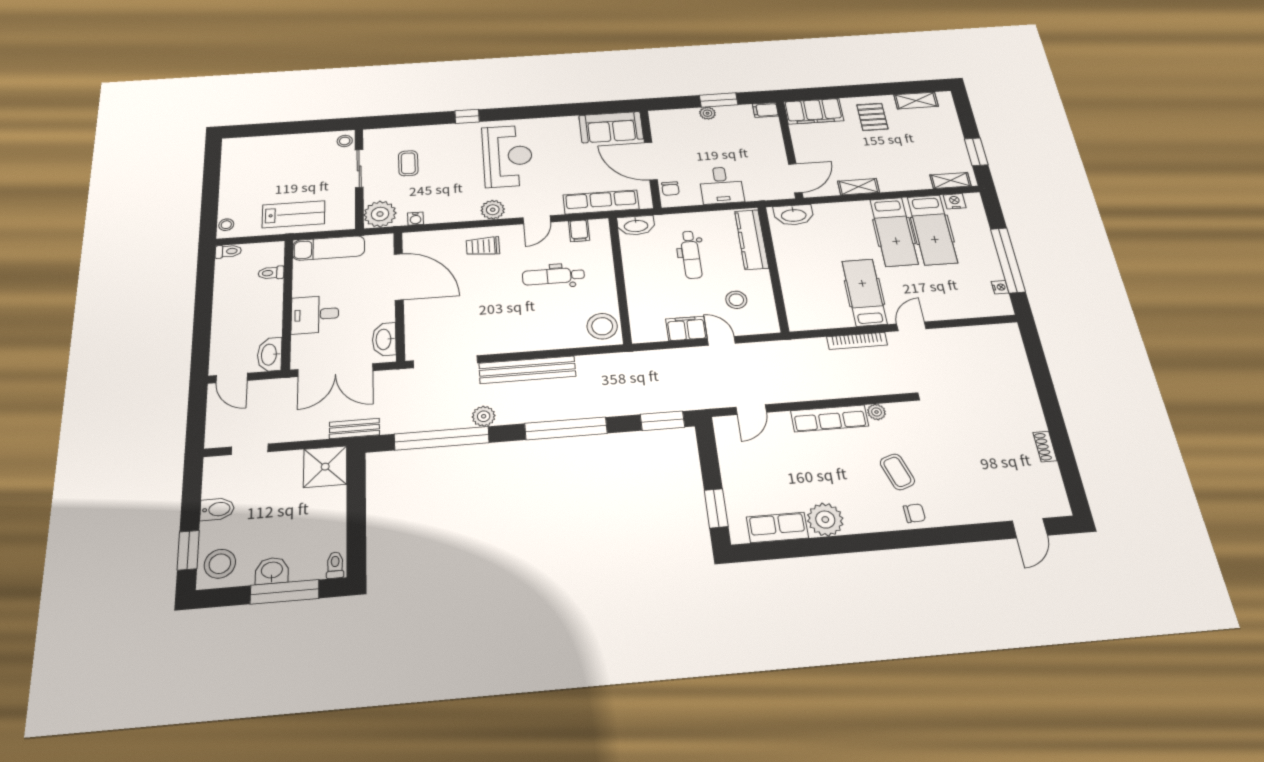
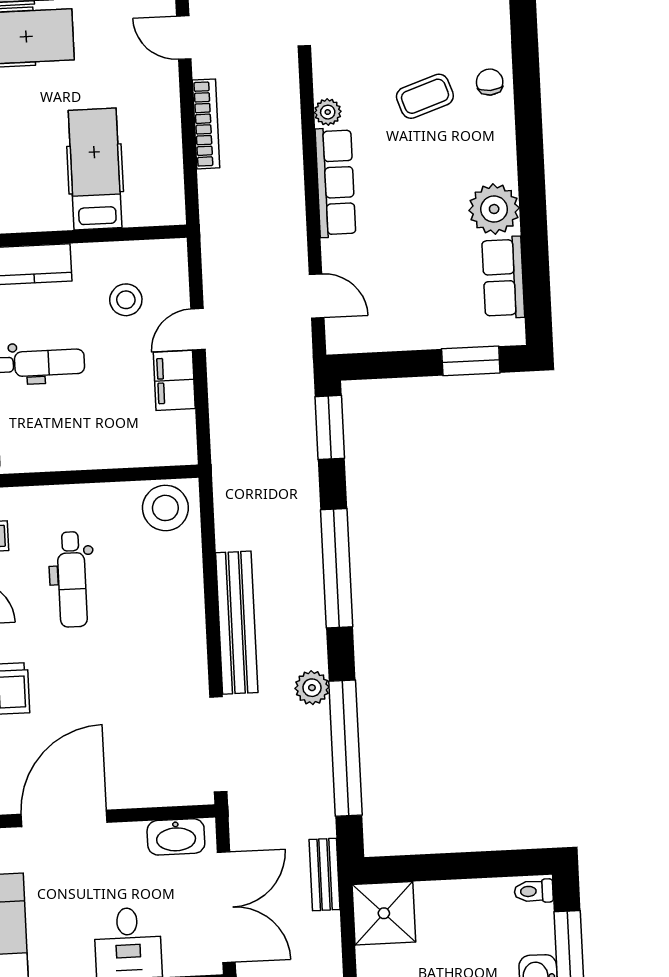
hospital bed: (864, 292) -> (95, 169), moved, turned 90

